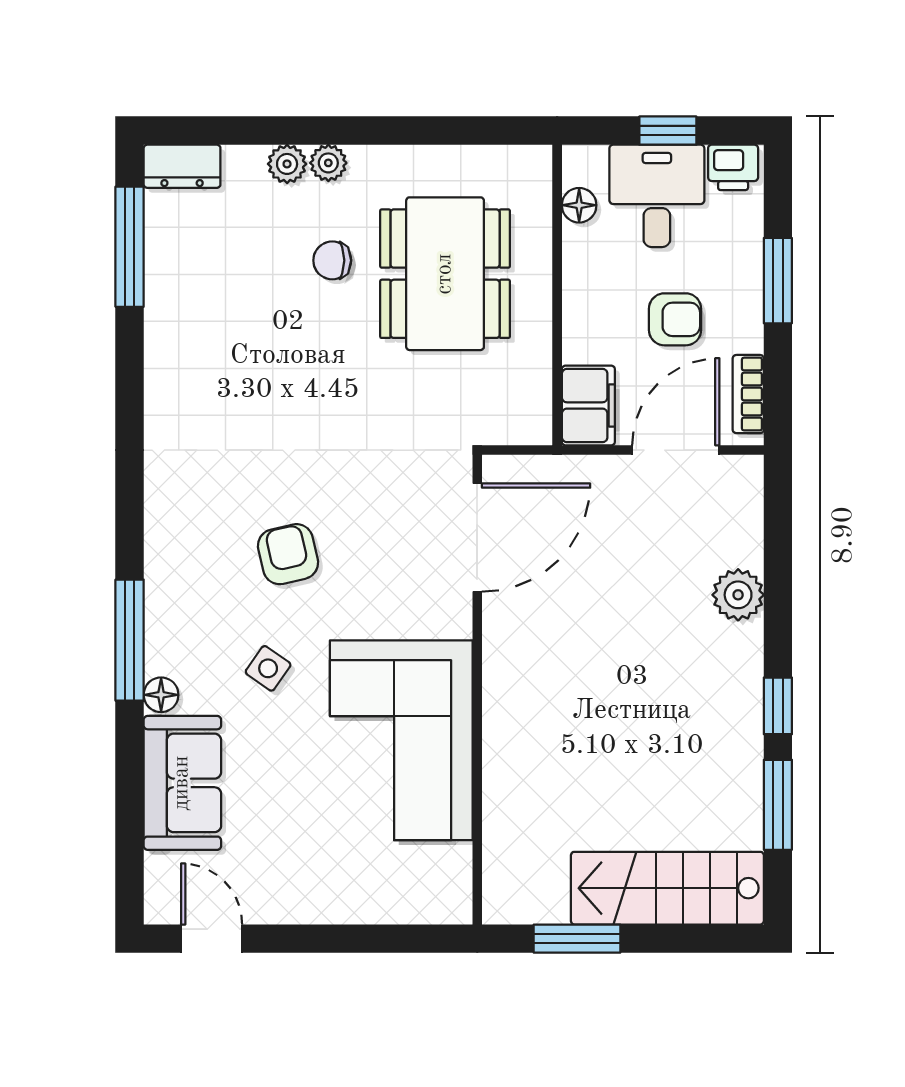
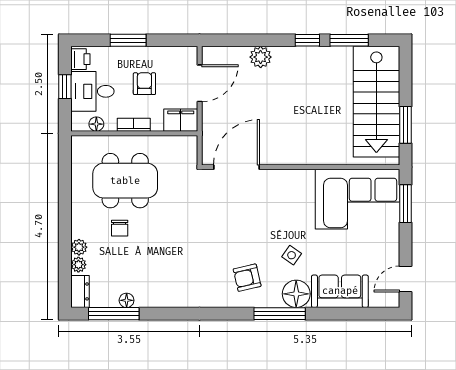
plant: (328, 163) -> (78, 265), moved
floor lamp: (161, 277) -> (127, 300), added
bookcase: (748, 394) -> (134, 125), moved, turned 180
door: (676, 450) -> (200, 83), swing flipped
door: (477, 538) -> (236, 167), hinge flipped
armchair: (288, 554) -> (247, 278), moved
floor lamp: (161, 695) -> (296, 294), width x1.89, depth x1.89
corner sofa: (401, 740) -> (357, 199), moved
stairs: (667, 888) -> (376, 102), width x1.36, depth x1.51
window: (390, 939) -> (405, 204), added

